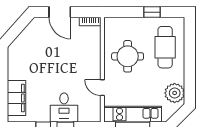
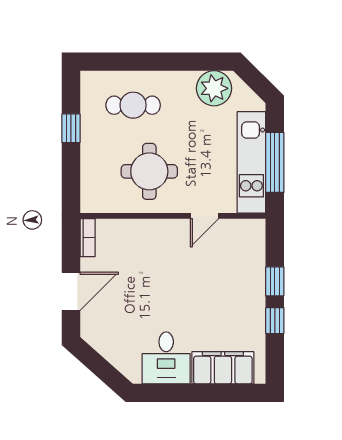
cafe table: (165, 47) -> (133, 105), width x0.73, depth x0.74
desk: (64, 108) -> (166, 358), moved, turned 90

